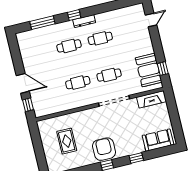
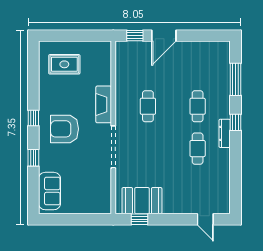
cafe table: (109, 75) -> (148, 149), removed
fireplace: (152, 99) -> (104, 104), moved
rug: (67, 141) -> (64, 64), moved
armchair: (104, 149) -> (65, 129), moved, turned 180

